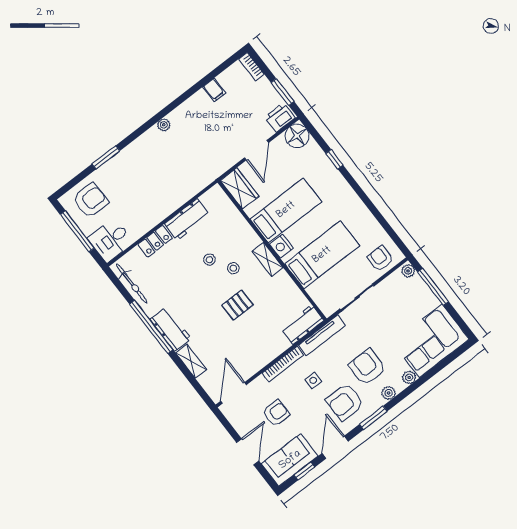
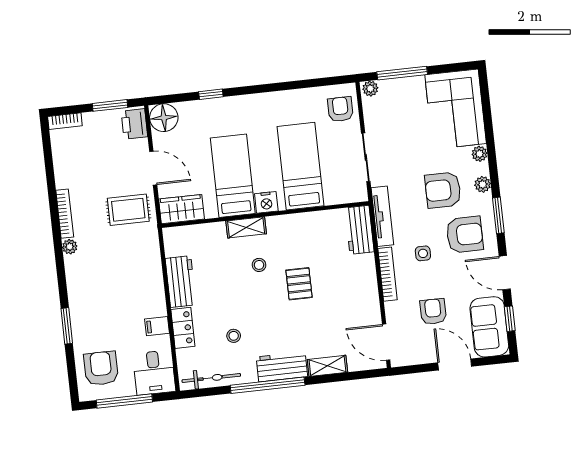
filing cabinet: (214, 90) -> (157, 326), moved, turned 180
bookcase: (185, 107) -> (65, 214), added
rug: (216, 151) -> (128, 210), added
armchair: (380, 258) -> (340, 109), turned 90
shelving: (268, 259) -> (246, 227), moved
stool: (209, 260) -> (234, 336), moved
armchair: (345, 402) -> (465, 235), turned -90

